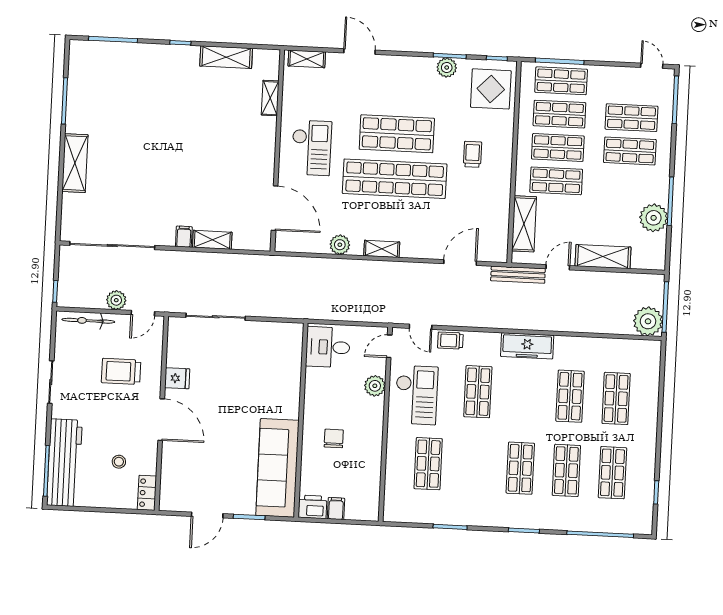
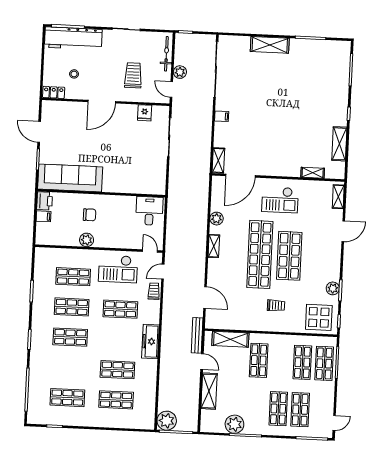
shop shelf: (558, 147) -> (280, 361), removed
shelving: (212, 240) -> (218, 160), moved
fridge: (177, 378) -> (145, 113), moved
plant: (375, 386) -> (87, 240), moved
shop shelf: (566, 470) -> (72, 307), moved

